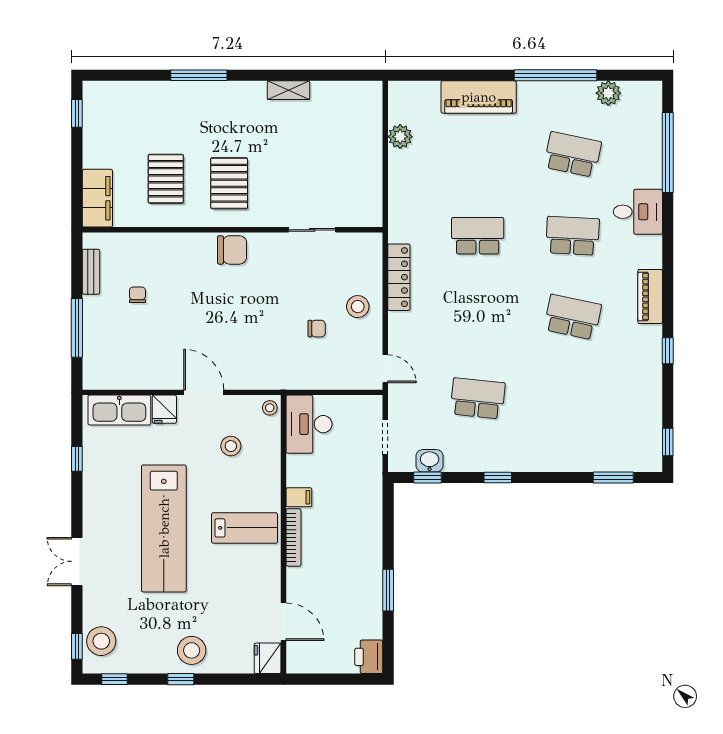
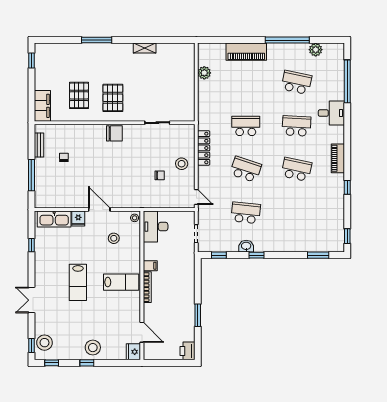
school desk: (478, 317) -> (246, 169), added
washbasin: (430, 461) -> (246, 246), moved
lab bench: (164, 528) -> (78, 282), width x0.54, depth x0.72

